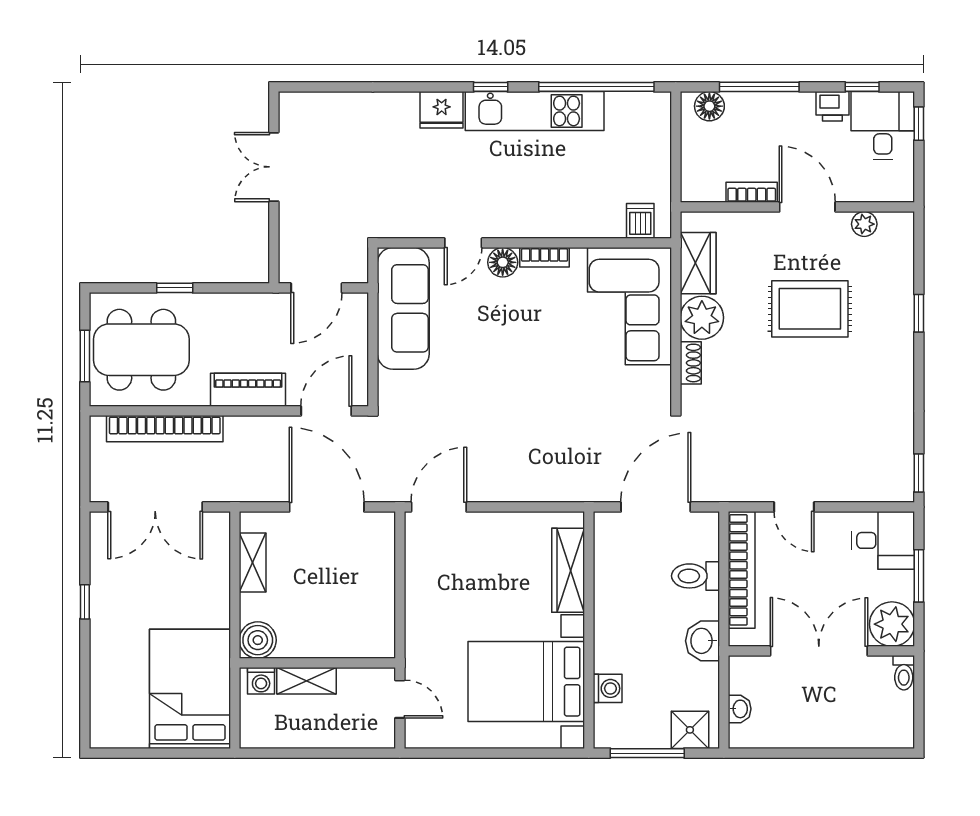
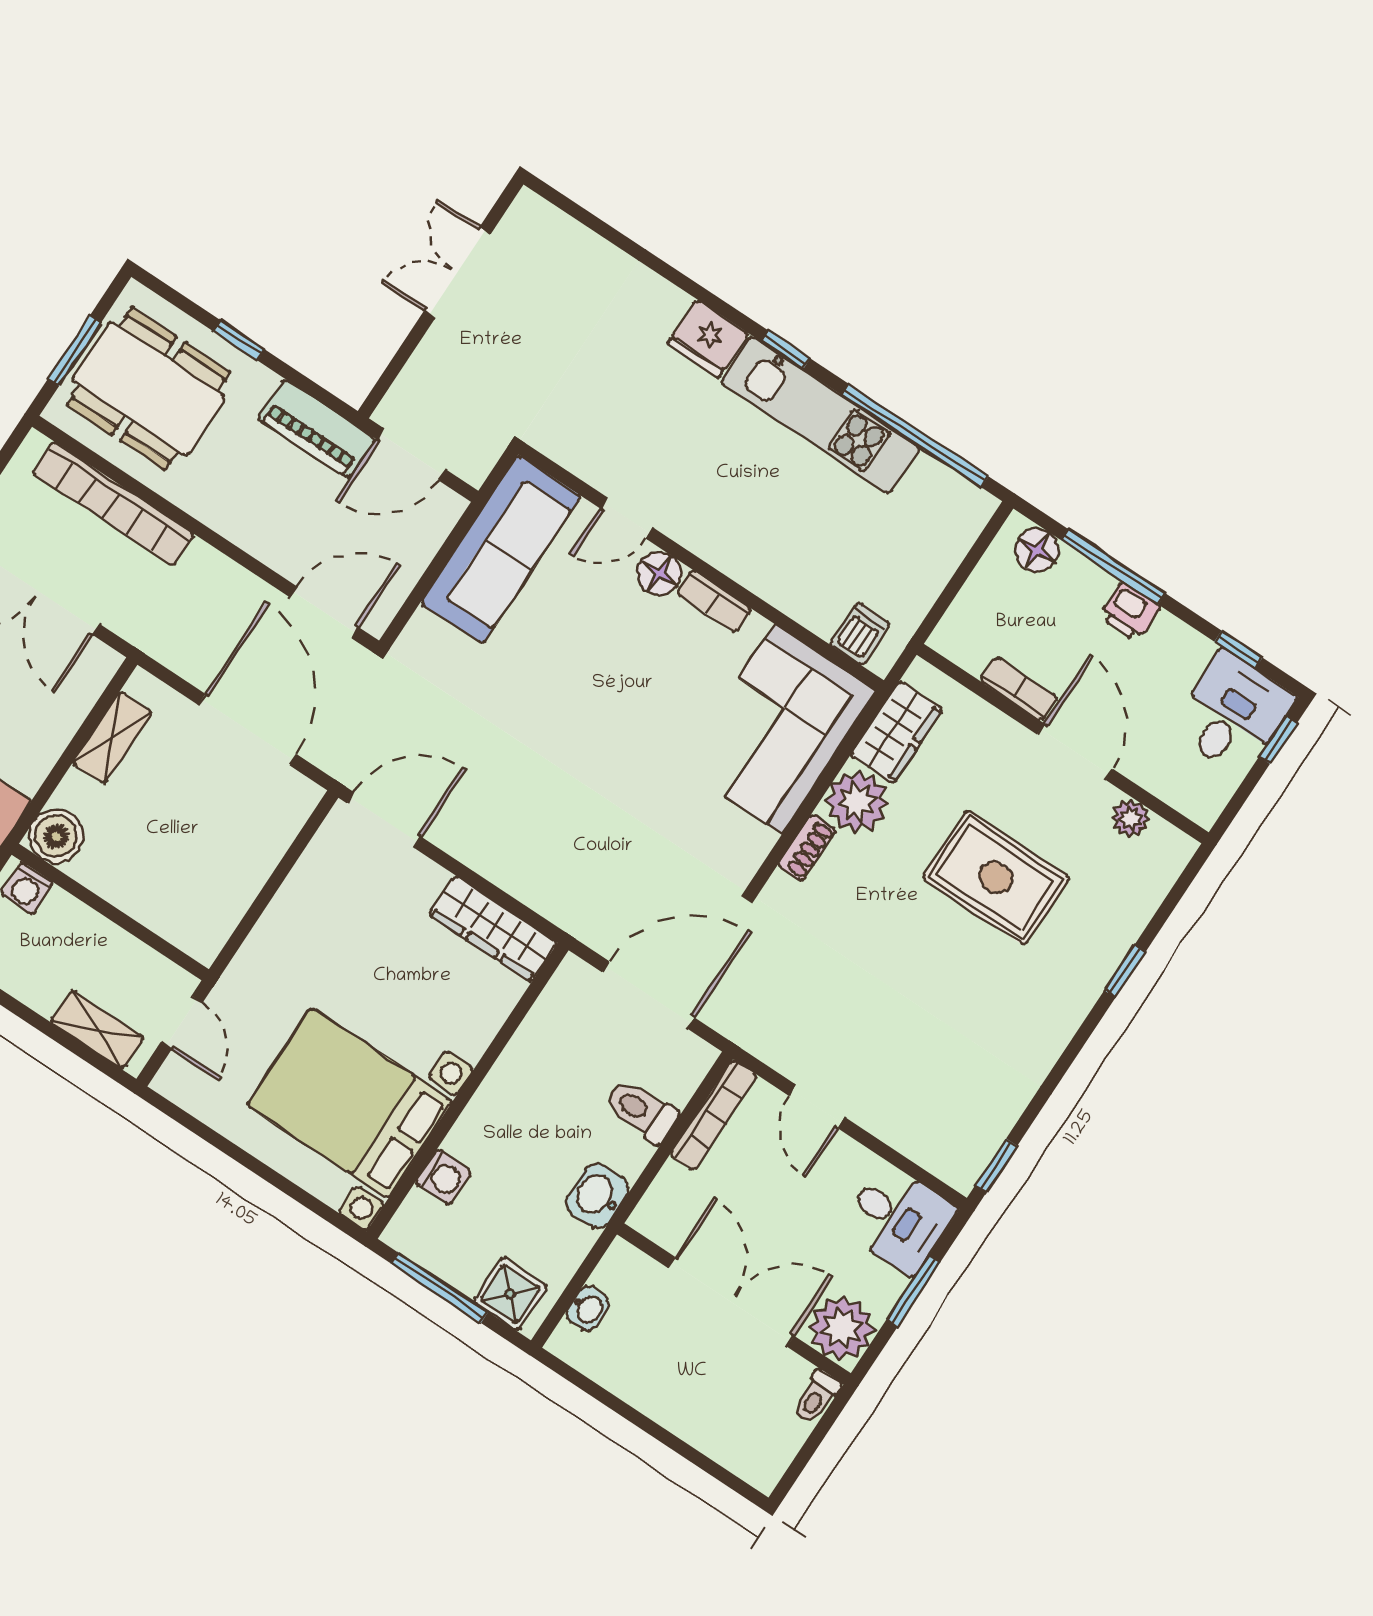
printer: (832, 106) -> (1130, 612), moved
piano: (248, 390) -> (316, 429), moved, turned 180
wardrobe: (568, 570) -> (493, 929), moved, turned -90
bookcase: (742, 570) -> (714, 1115), width x0.68, depth x0.76
shelving: (306, 681) -> (97, 1030), moved

